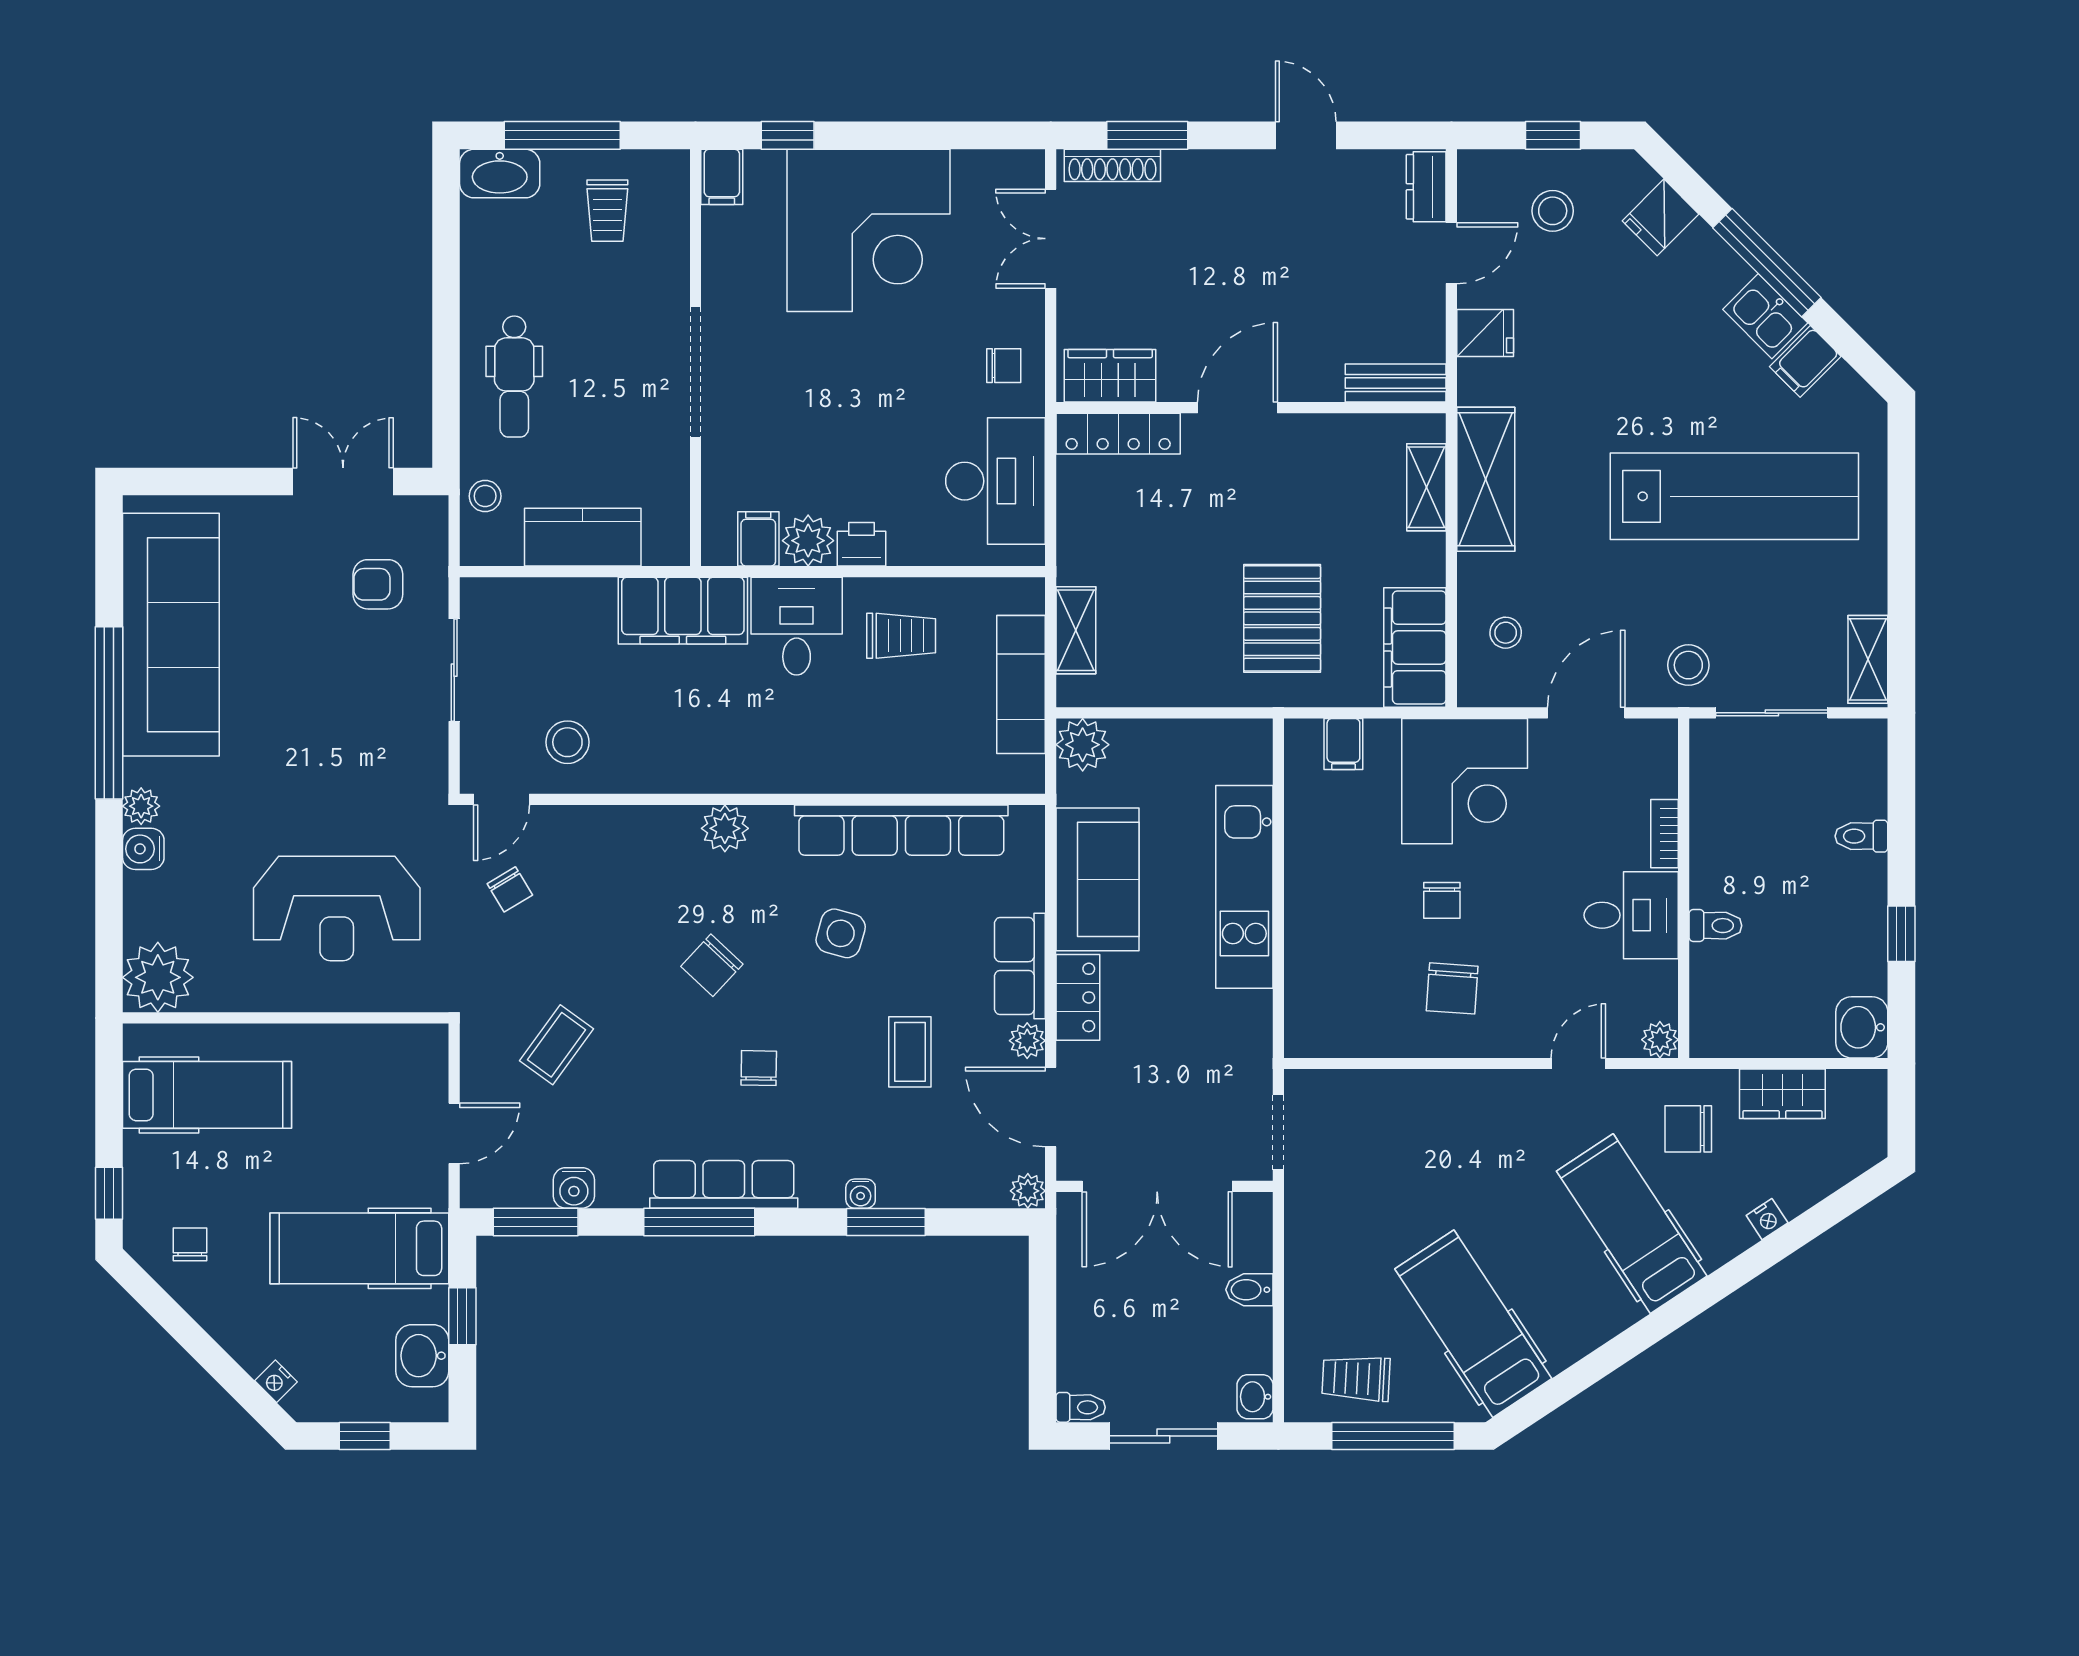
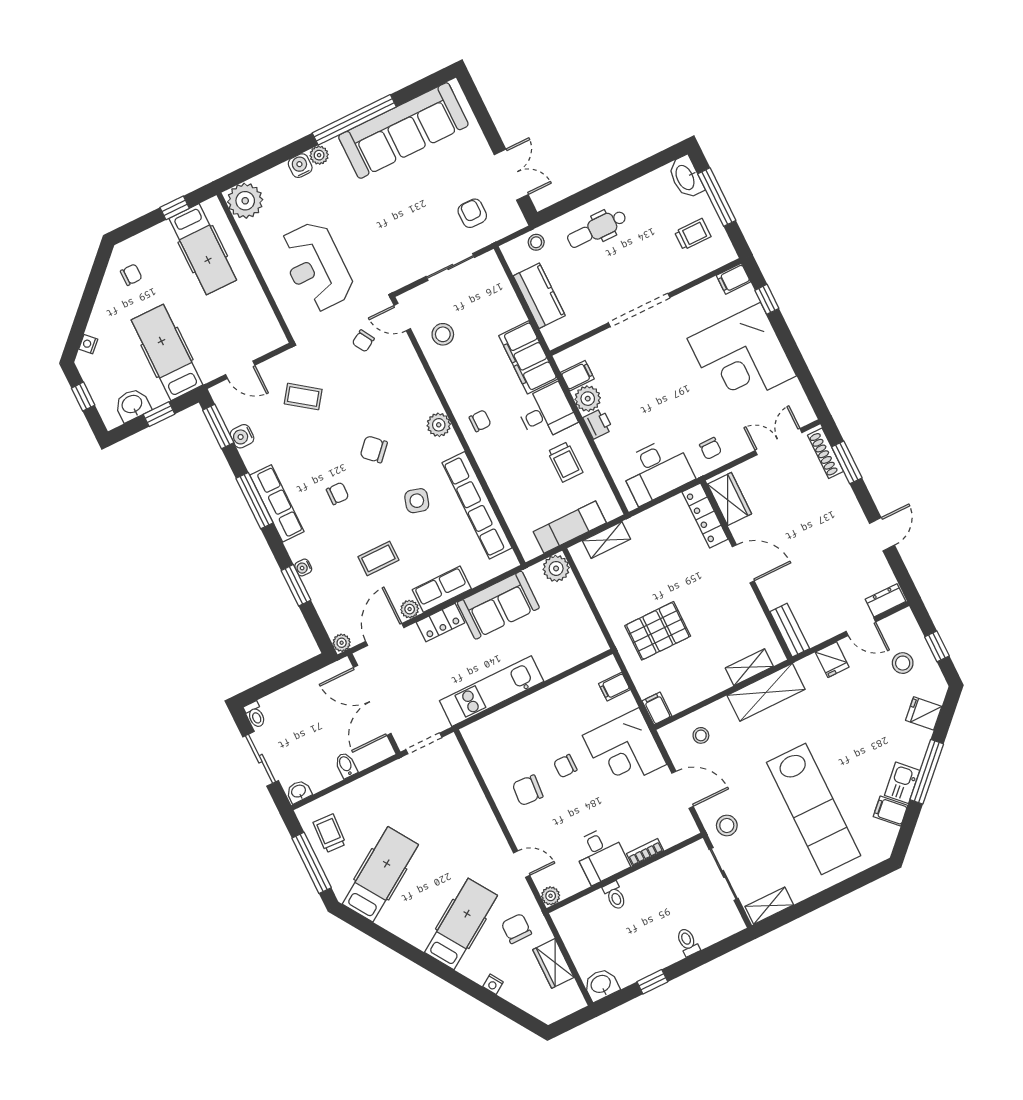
trolley: (607, 211) -> (693, 234), turned 180
filing cabinet: (1415, 647) -> (657, 708), width x0.33, depth x0.86
chair: (754, 751) -> (480, 421), added
kitchen unit: (1244, 887) -> (492, 691), moved
window: (109, 1193) -> (175, 208), moved

